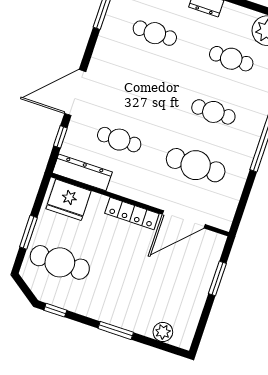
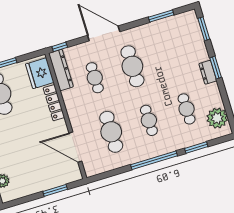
cafe table: (155, 33) -> (132, 66), moved, width x1.37, depth x1.35
window: (60, 137) -> (60, 47), moved
locker: (132, 213) -> (54, 103), moved

